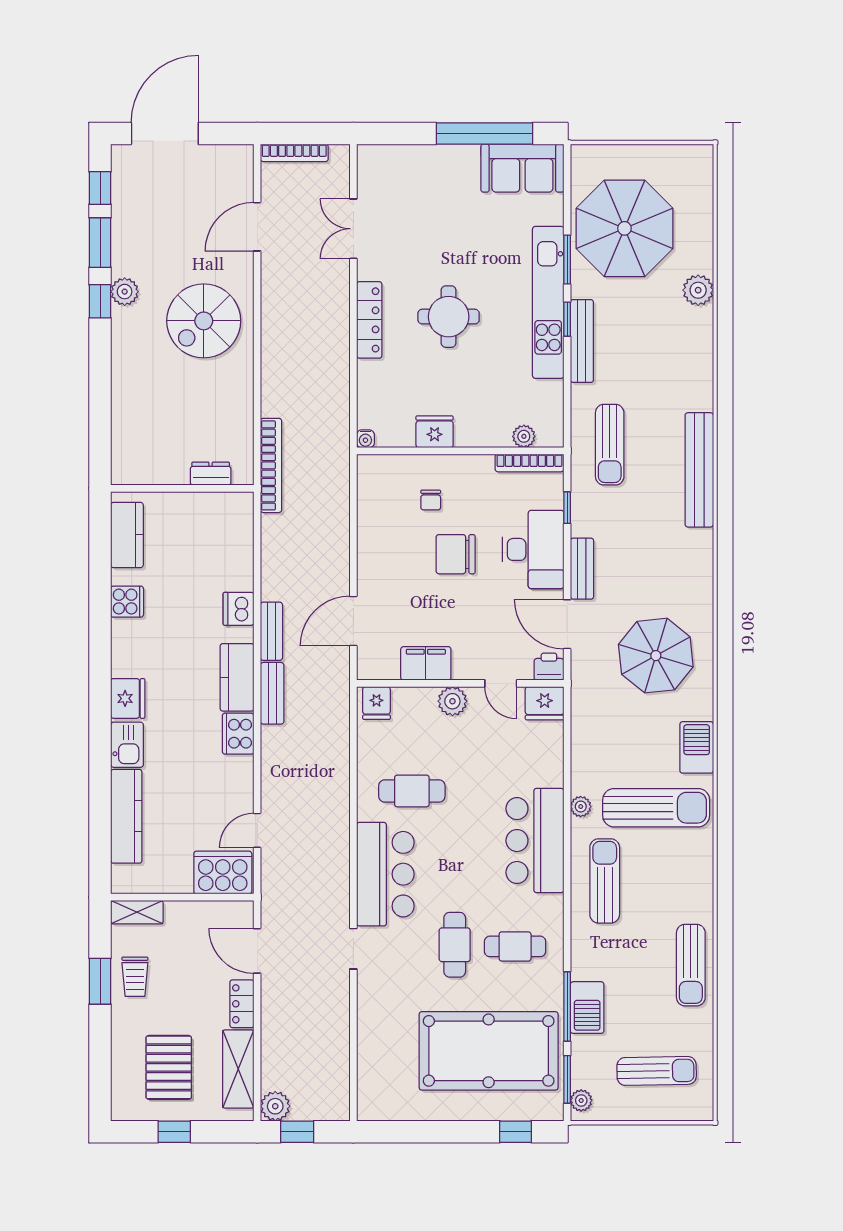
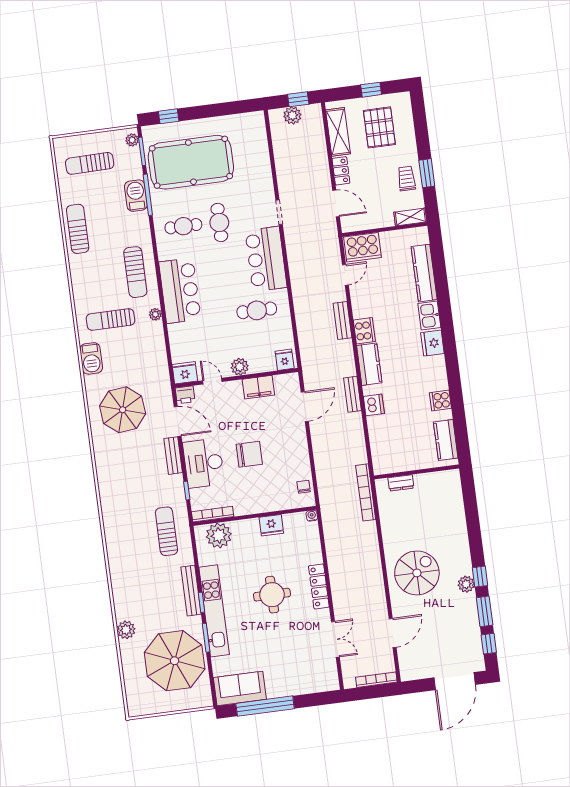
plant: (524, 436) -> (219, 535), width x1.88, depth x1.88
bench: (699, 470) -> (111, 523), removed
chair: (431, 500) -> (304, 487), moved
bench: (272, 693) -> (342, 321), moved
sun lounger: (656, 808) -> (111, 320), width x0.73, depth x0.75
plant: (275, 1106) -> (292, 115), moved

